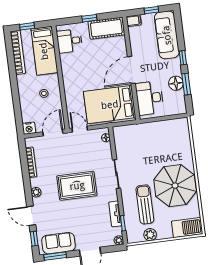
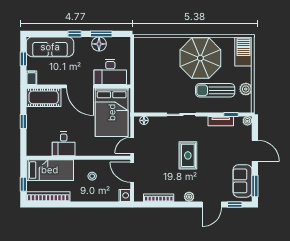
cot: (106, 28) -> (44, 97), moved, turned 90
desk: (70, 41) -> (64, 144), moved
rug: (77, 186) -> (188, 155), width x0.73, depth x0.70

